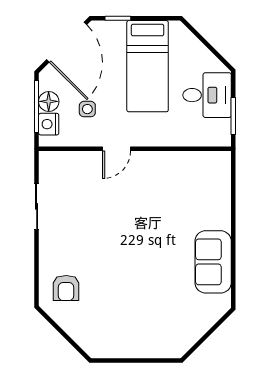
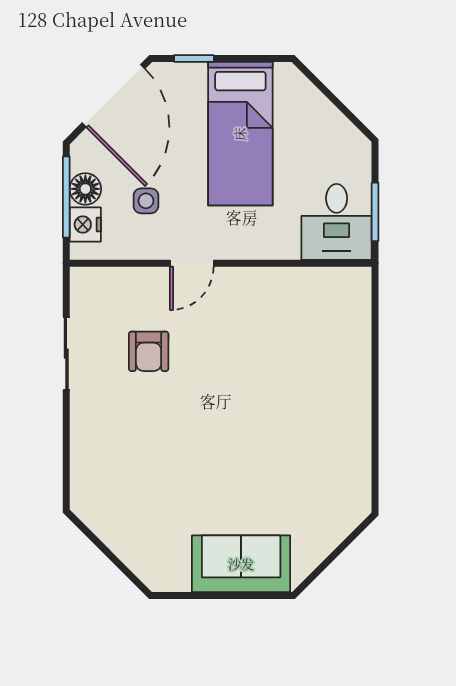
desk: (207, 95) -> (337, 222), moved, turned 90
sofa: (213, 262) -> (241, 564), moved, turned 90
armchair: (66, 288) -> (149, 351), moved

